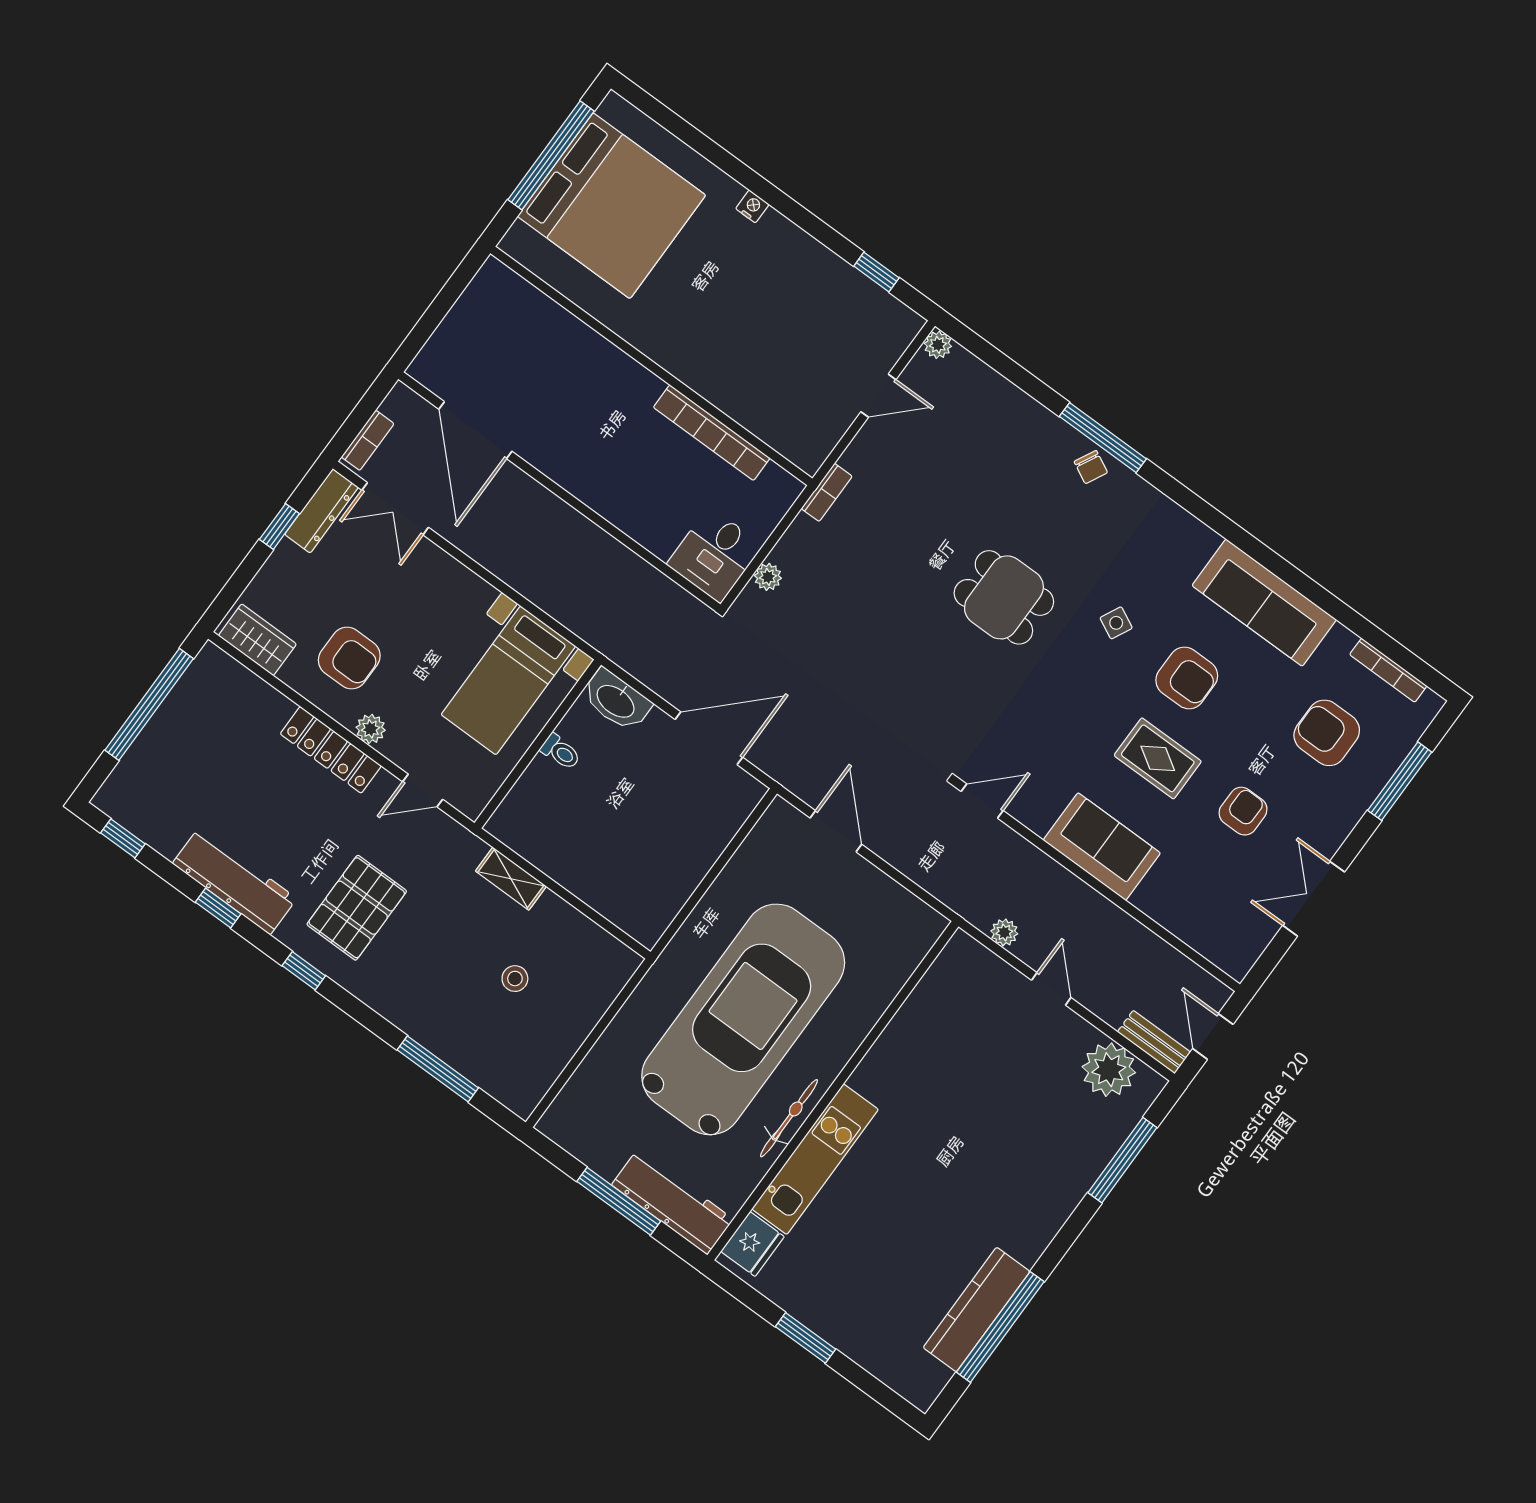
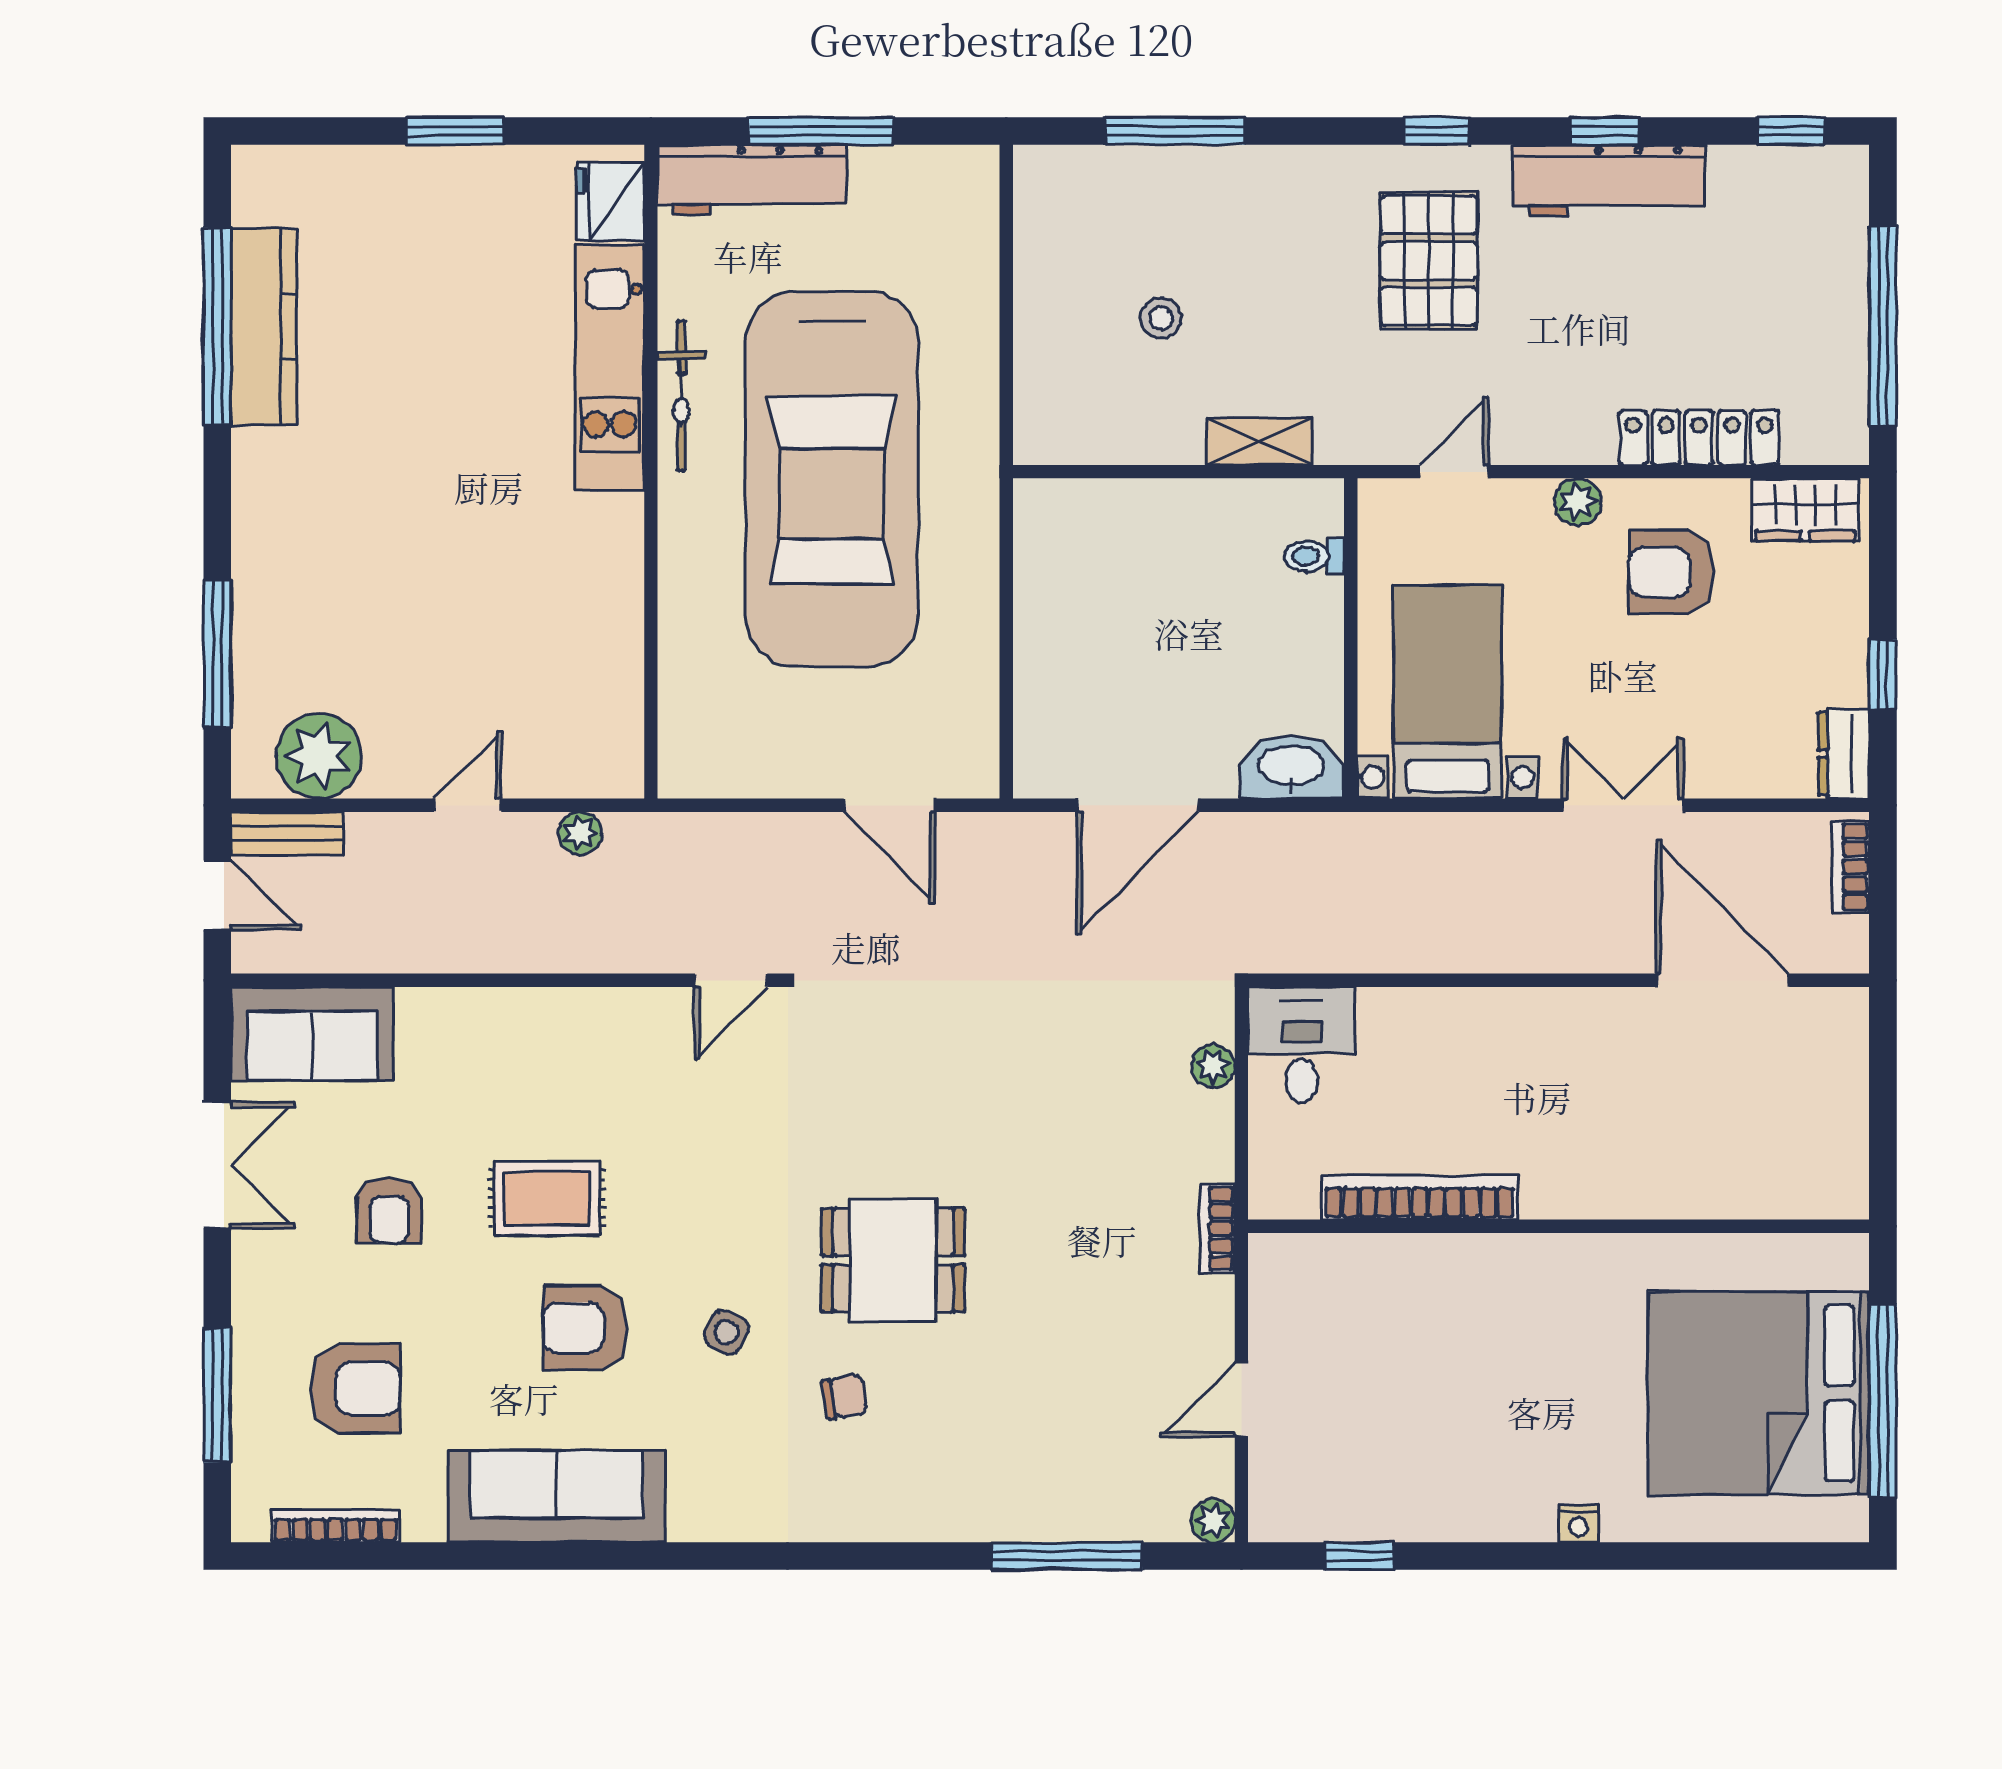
window: (1103, 438) -> (1067, 1556), moved
chair: (1091, 467) -> (845, 1397), moved, turned 143
double door: (395, 509) -> (1623, 805), moved
dresser: (322, 511) -> (1844, 754), width x0.70
locker: (331, 750) -> (1699, 438), moved
toilet: (561, 752) -> (1314, 556), moved
sofa: (1102, 847) -> (312, 1034), moved
door: (1051, 989) -> (468, 805), swing flipped

